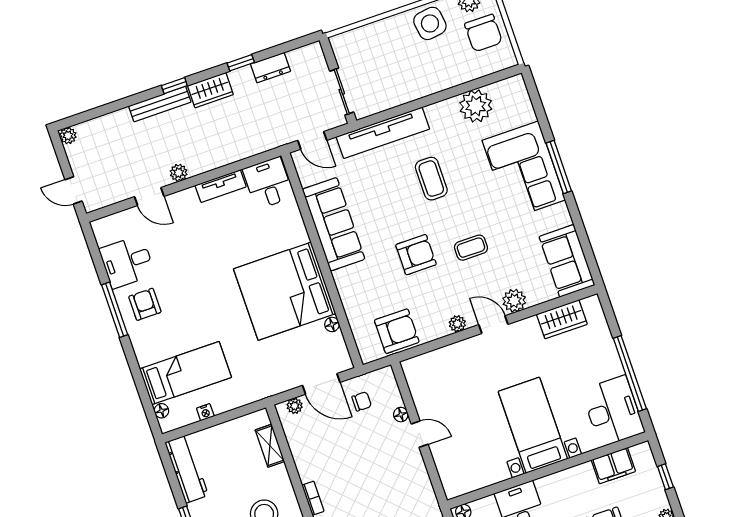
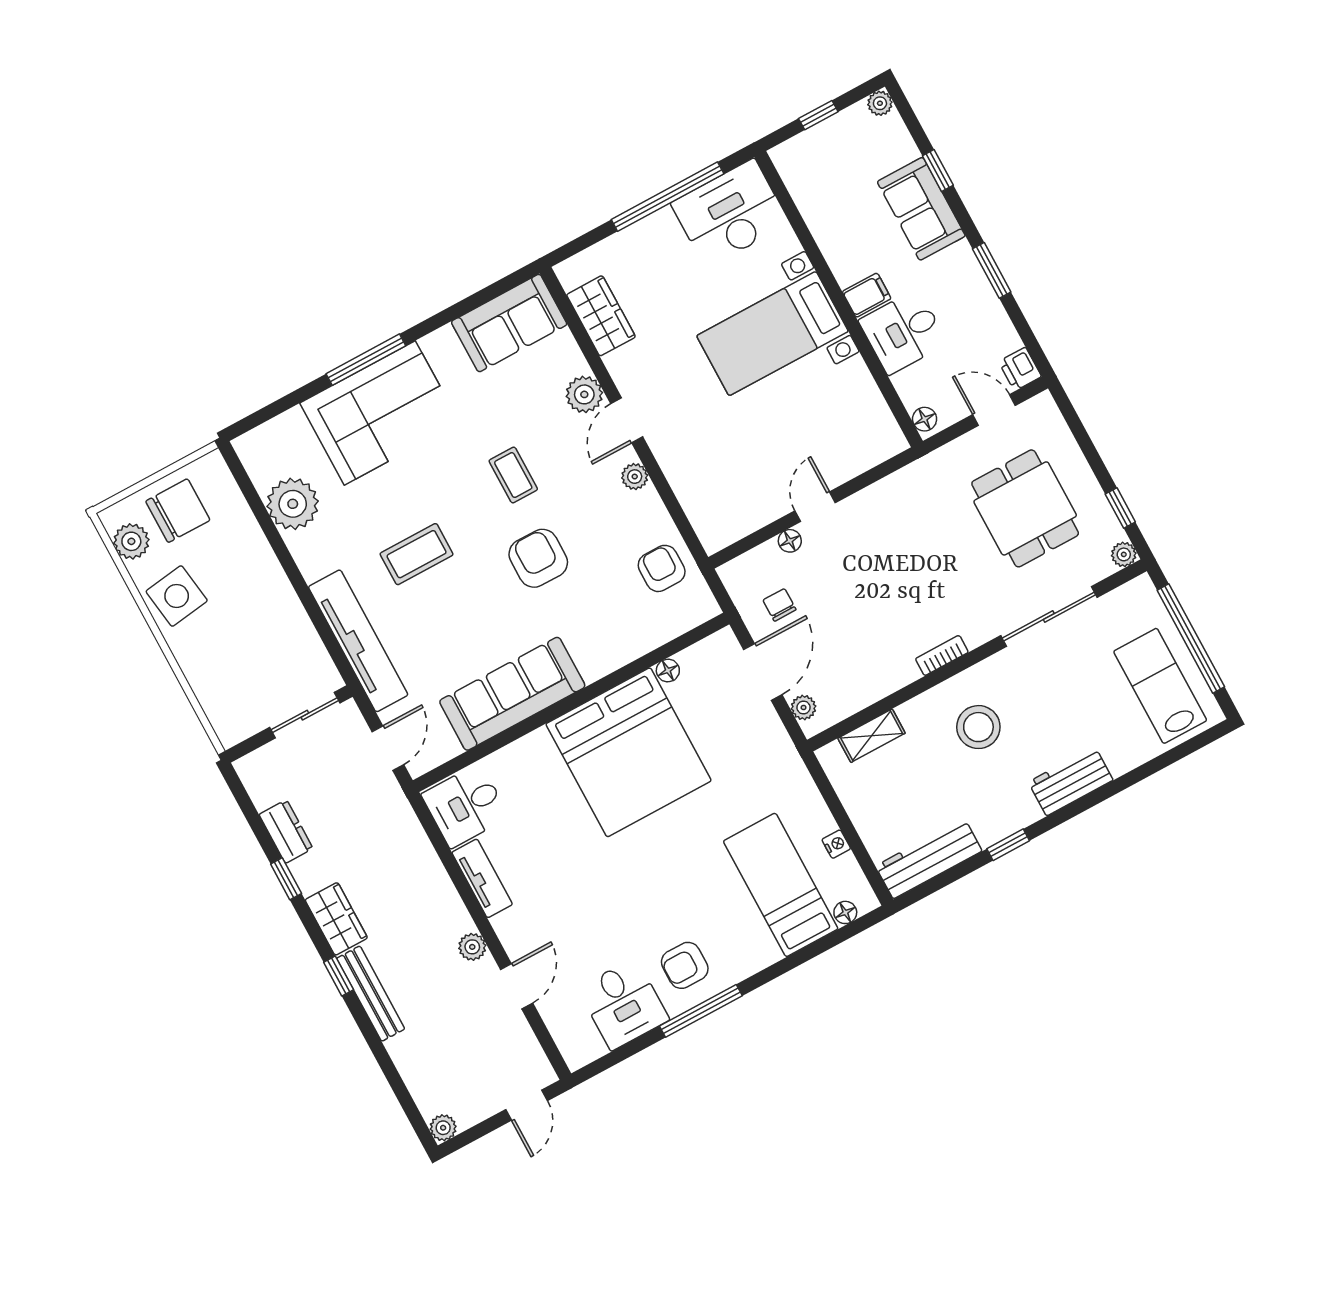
armchair: (397, 331) -> (662, 568), width x0.72, depth x0.72
filing cabinet: (613, 466) -> (867, 295), moved, width x0.50

